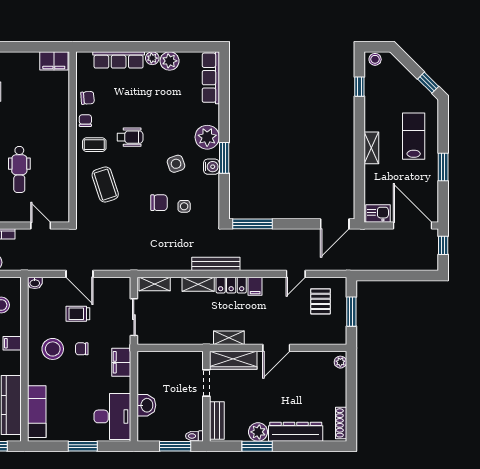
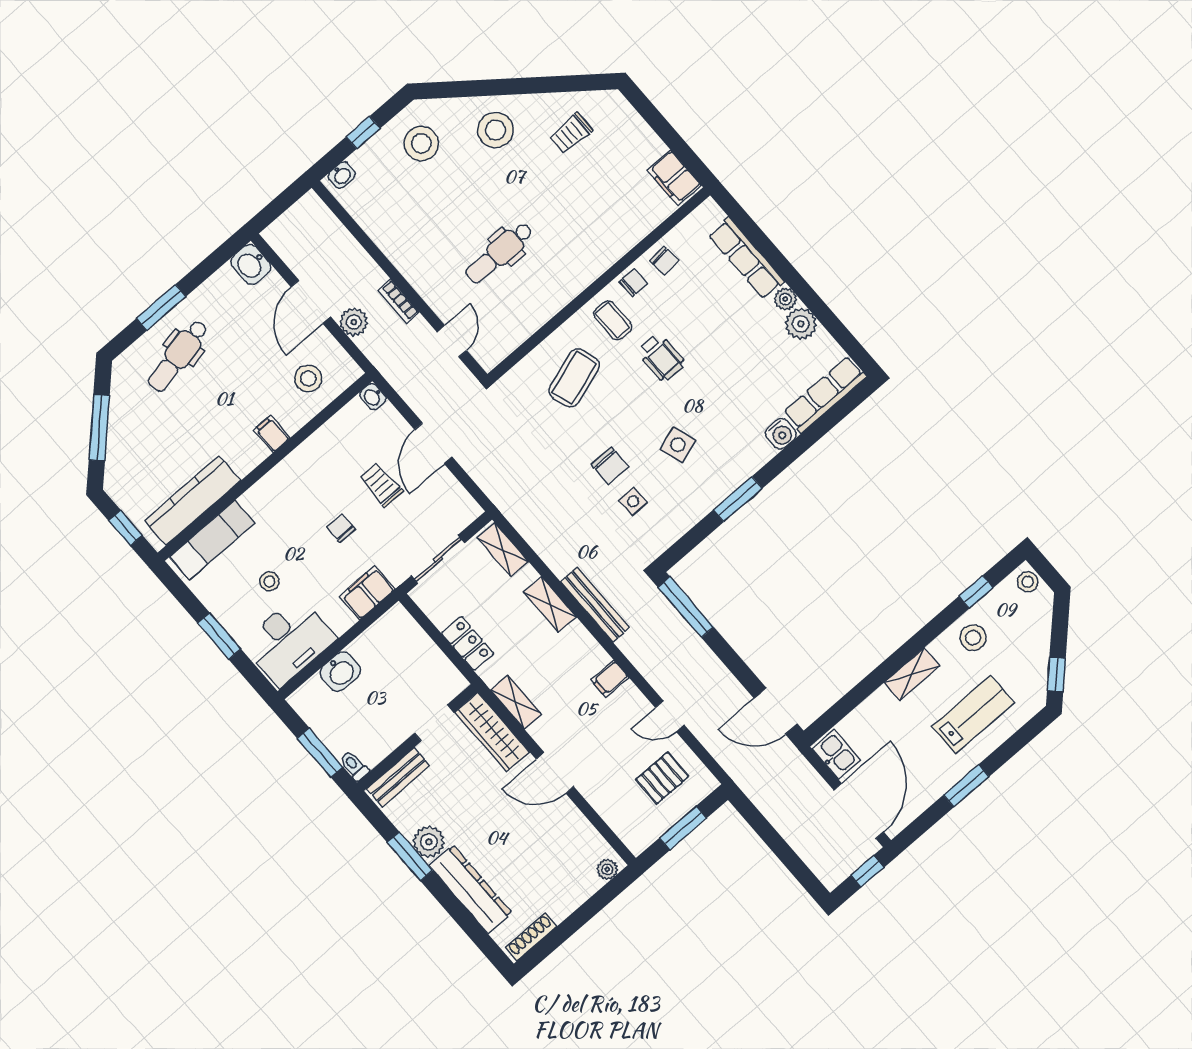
stool: (379, 106) -> (973, 638), added
plant: (207, 137) -> (746, 455), removed
water cooler: (211, 167) -> (781, 434), moved
locker: (231, 285) -> (468, 643), moved, turned 180
stool: (53, 349) -> (269, 581), moved, width x0.53, depth x0.53

